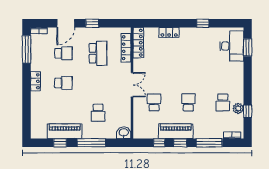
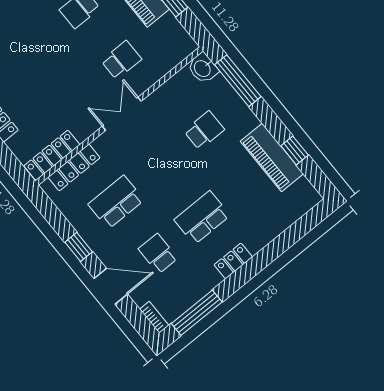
school desk: (63, 83) -> (202, 218), width x1.85
school desk: (154, 102) -> (121, 60), turned 180
window: (91, 143) -> (238, 81), moved

